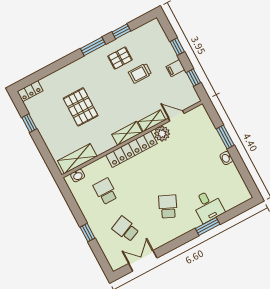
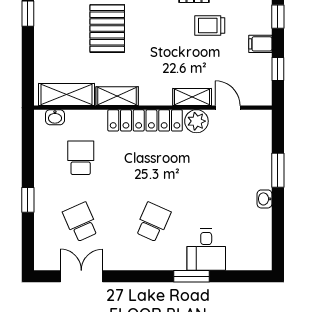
shelving: (127, 133) -> (117, 96), moved

